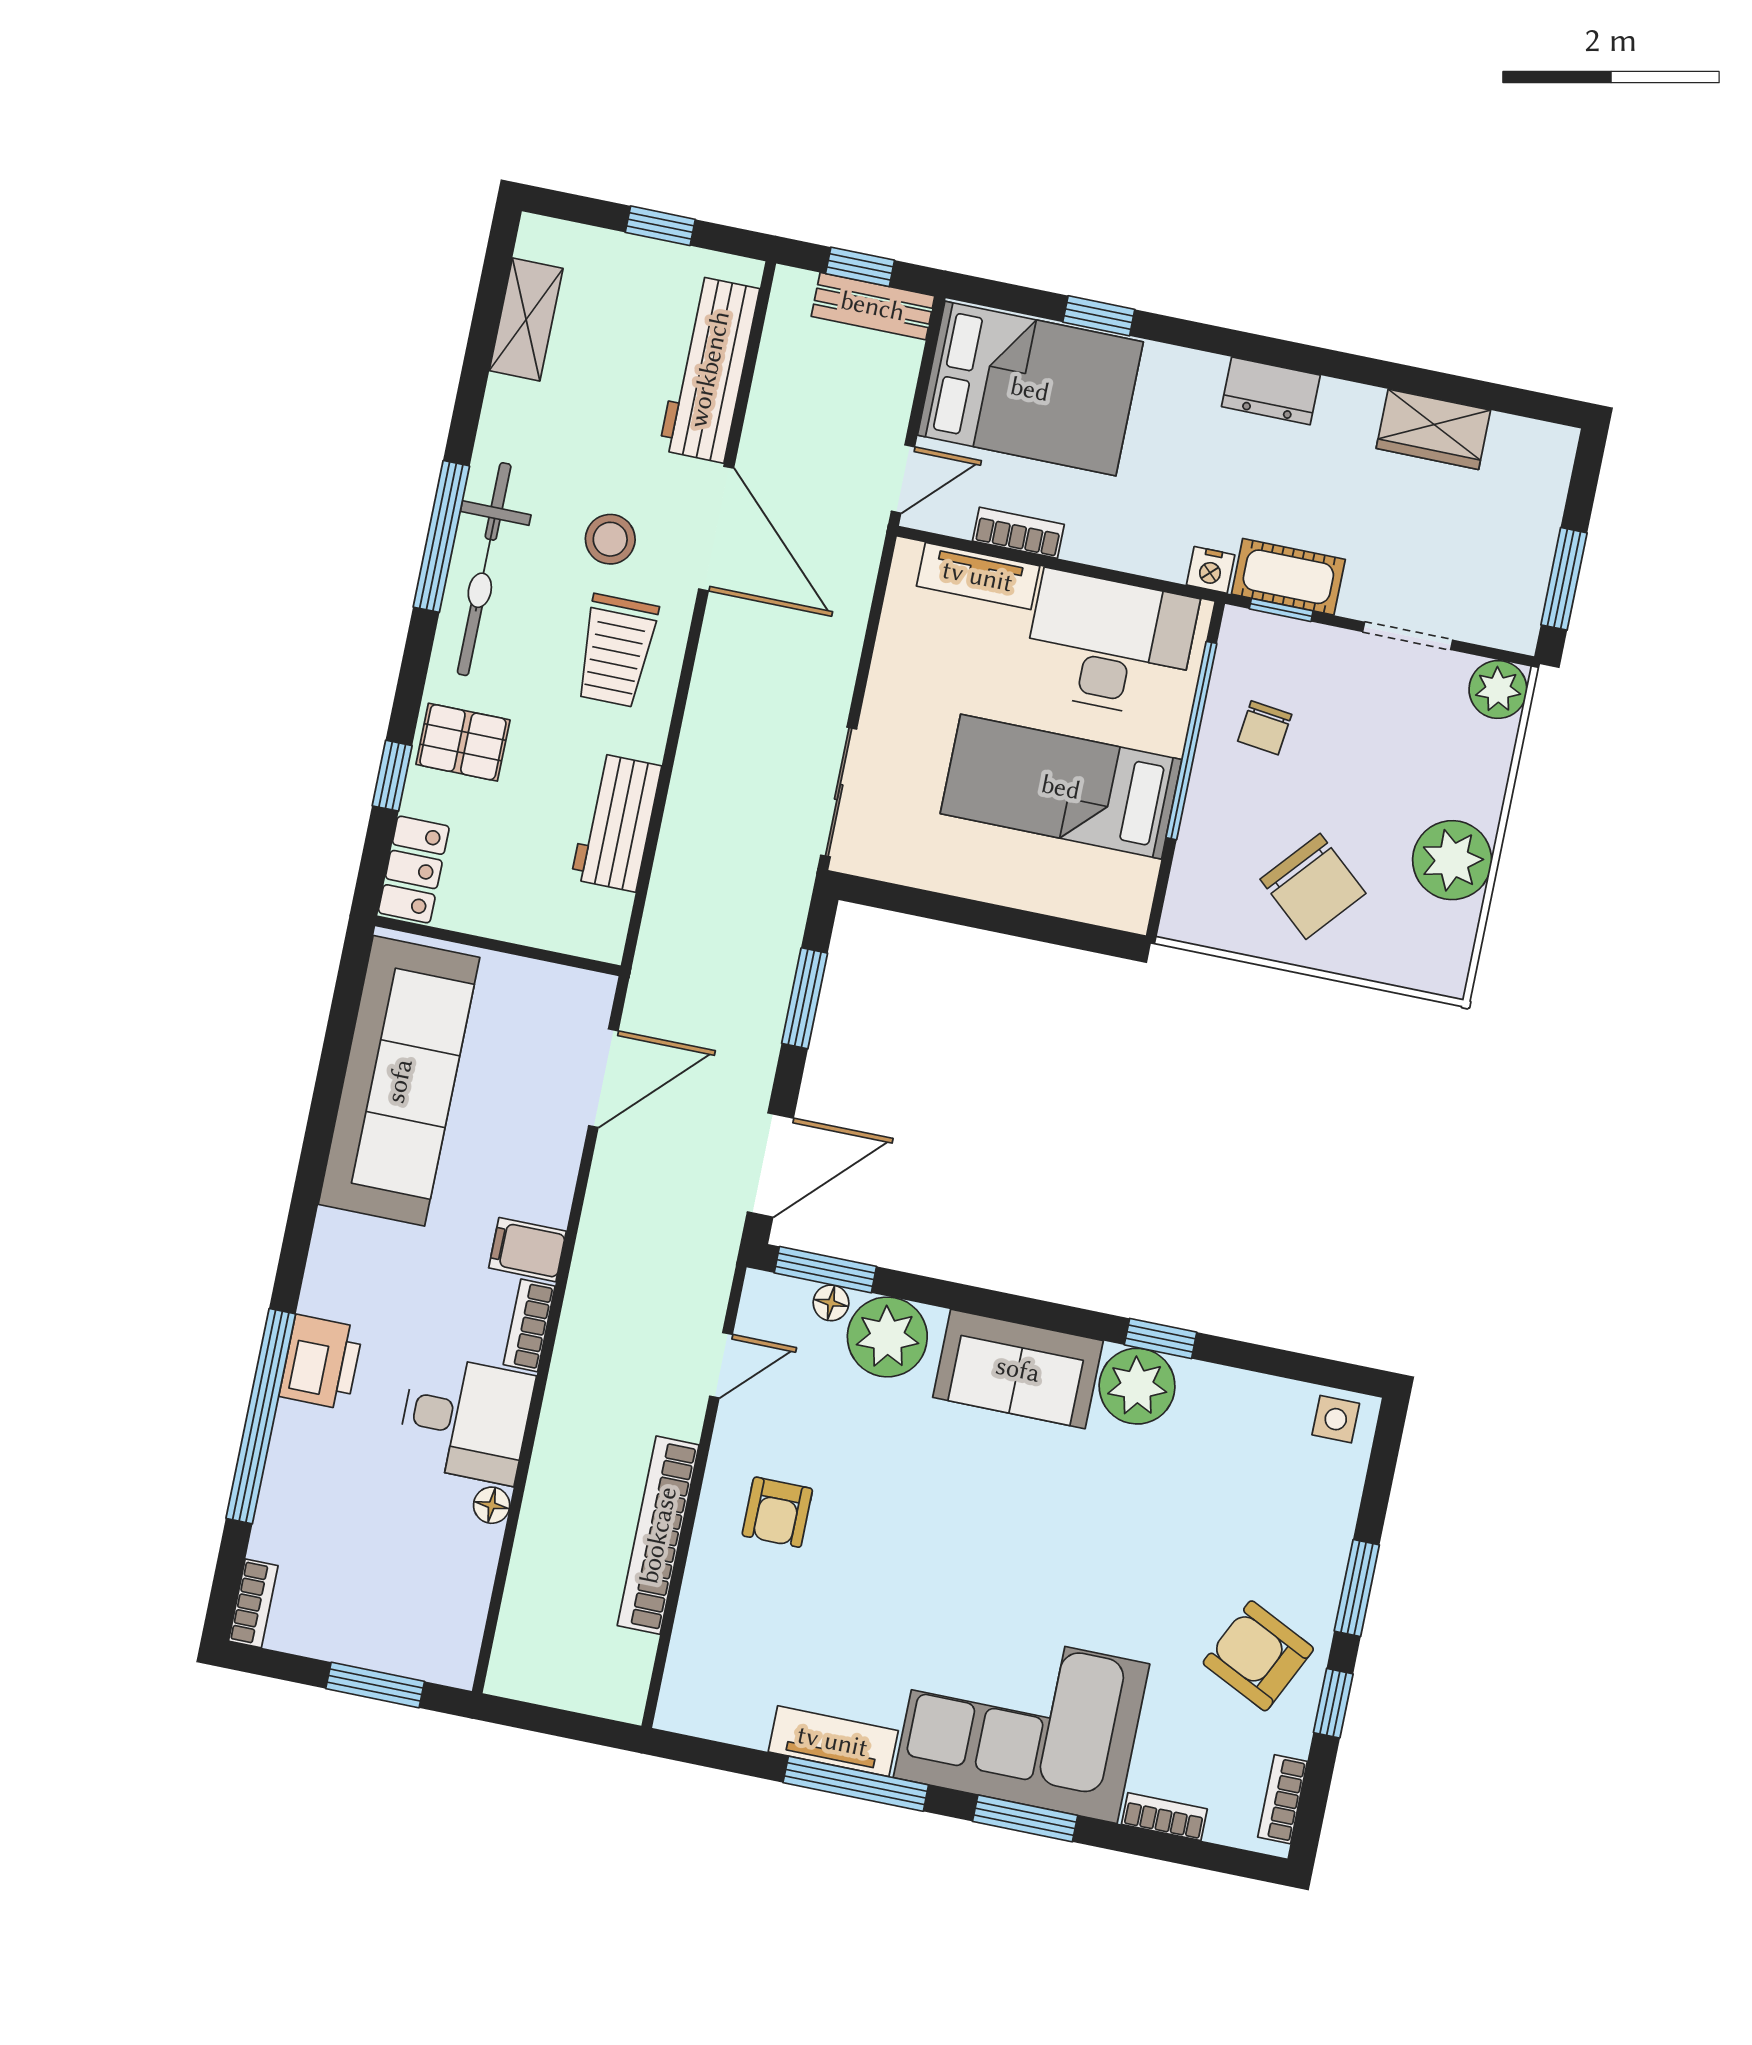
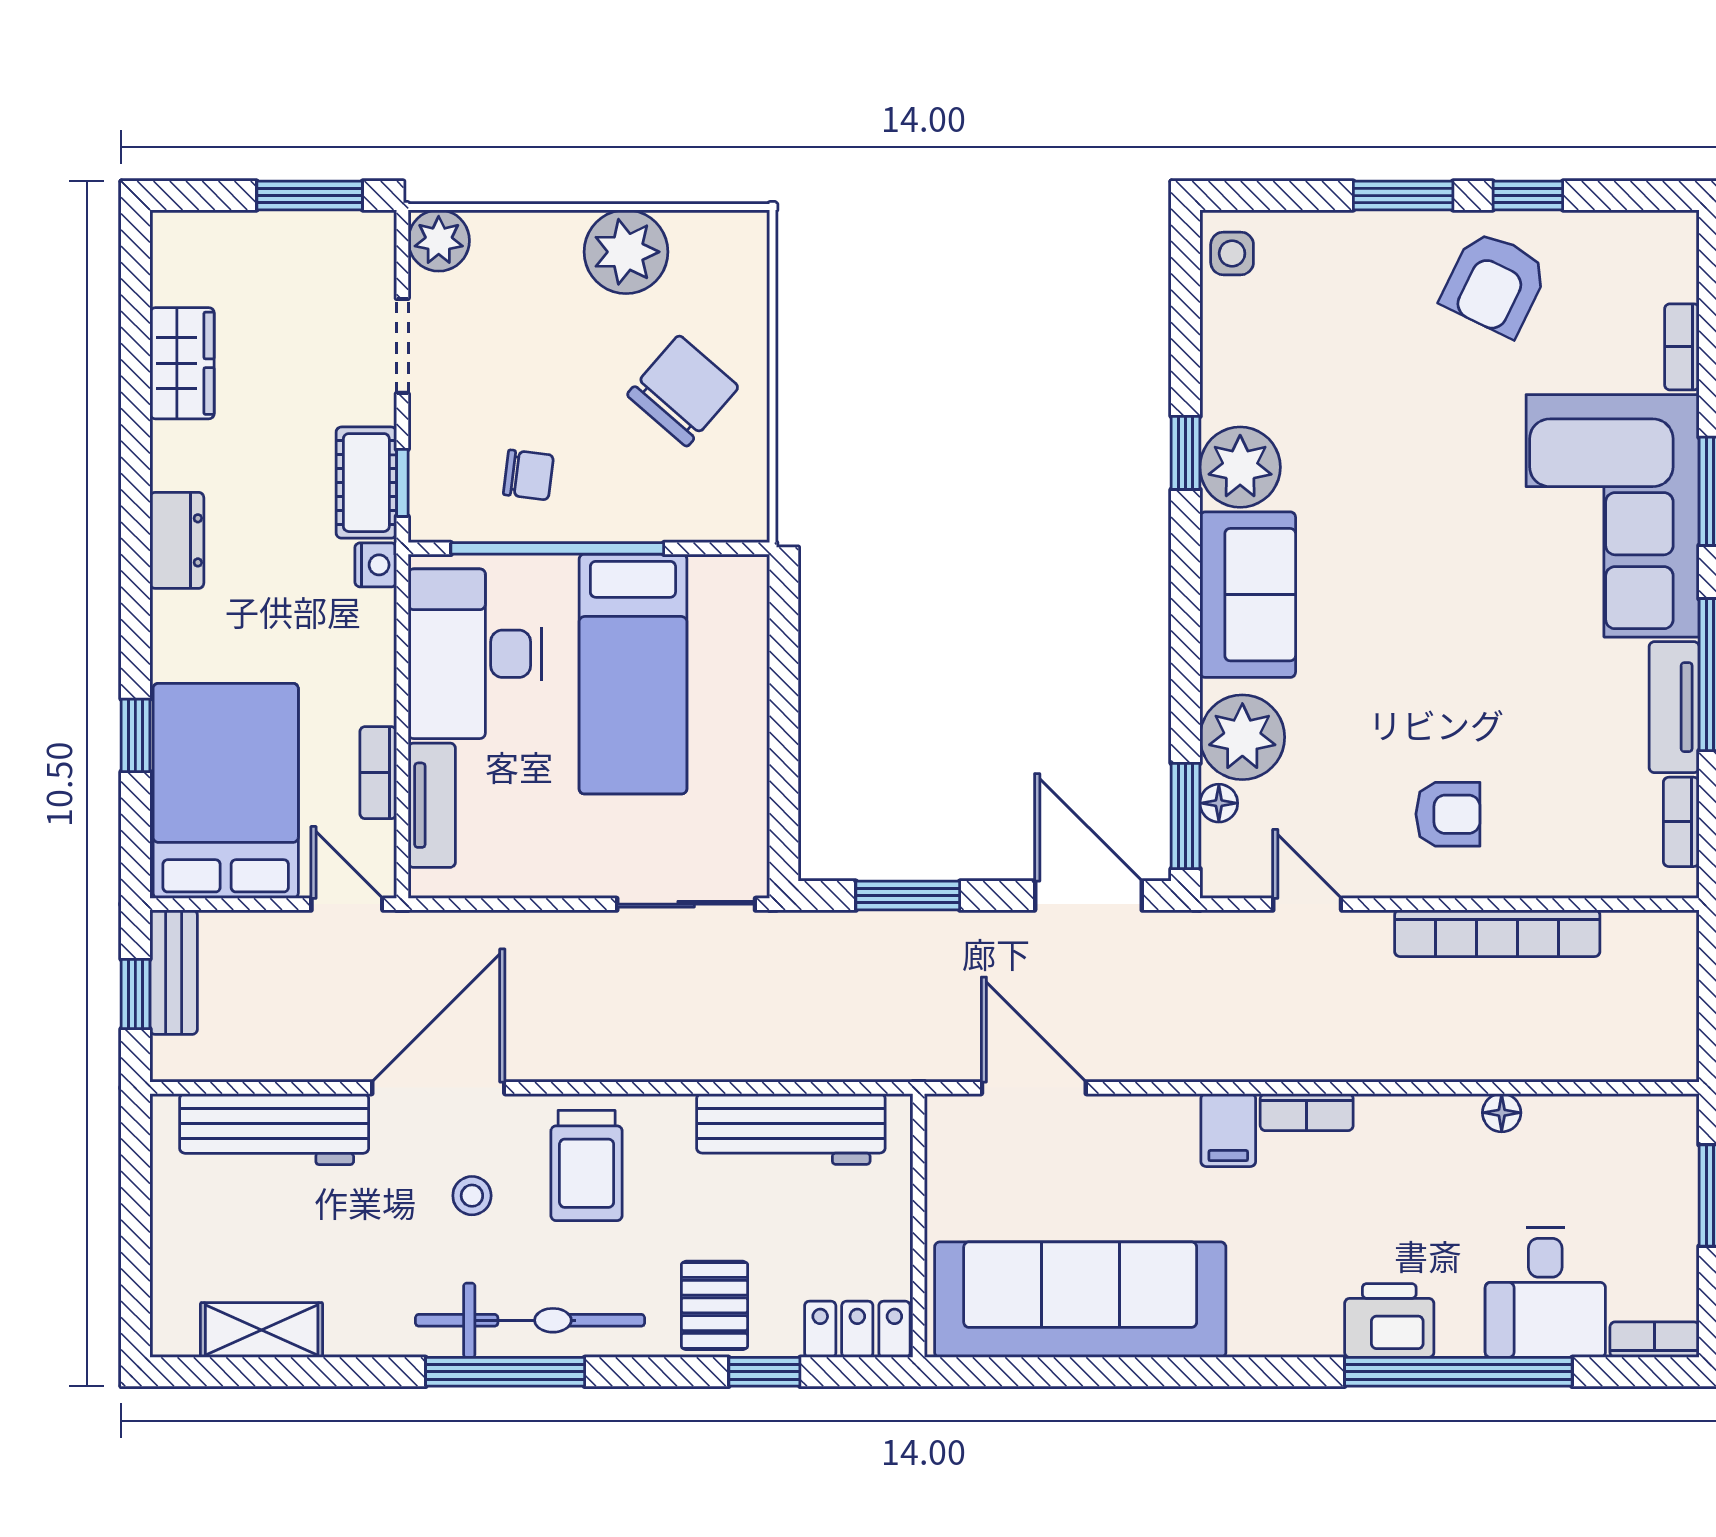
window: (660, 226) -> (135, 1210), removed
stool: (610, 539) -> (472, 1196), width x0.73, depth x0.73
trolley: (616, 651) -> (587, 1166), turned 90
workbench: (616, 822) -> (791, 1129), width x1.38
desk: (465, 1419) -> (1545, 1293), moved, turned 180
bookcase: (1283, 1799) -> (1681, 822), moved, turned 90

